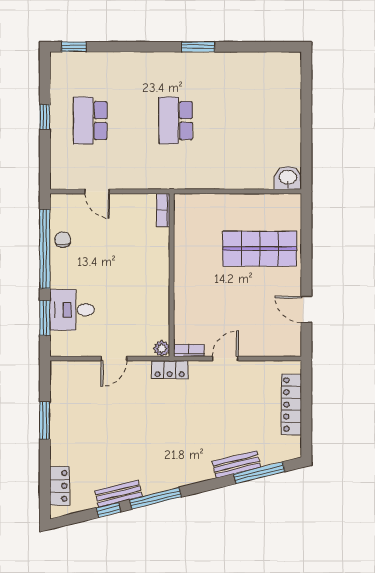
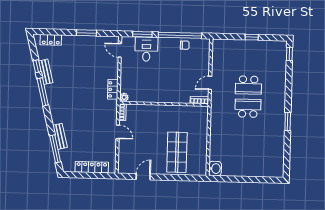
school desk: (90, 121) -> (248, 85), moved, turned 180
door: (97, 191) -> (210, 83), moved
door: (114, 358) -> (120, 50), moved
locker: (170, 370) -> (113, 89), moved

